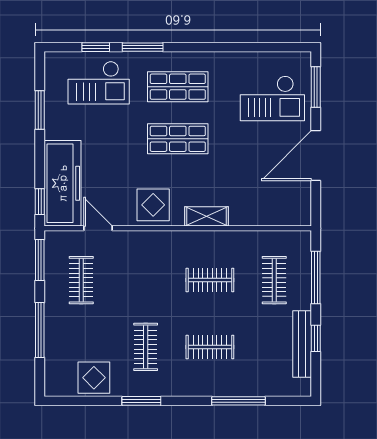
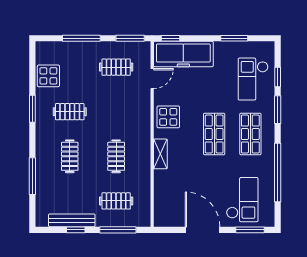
window: (233, 47) -> (278, 173), added
checkout: (272, 98) -> (242, 200), turned 180

